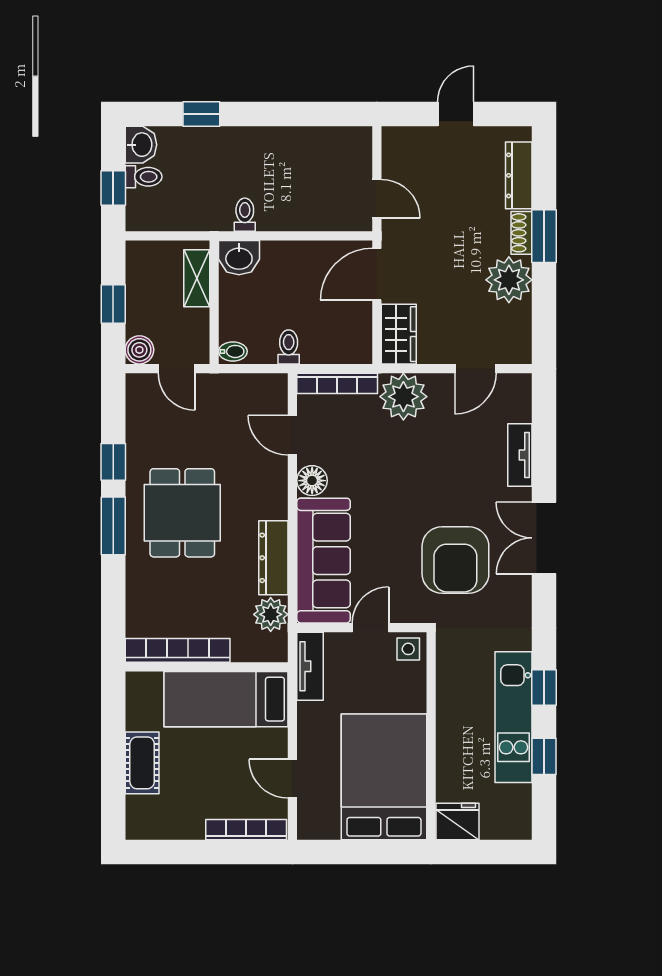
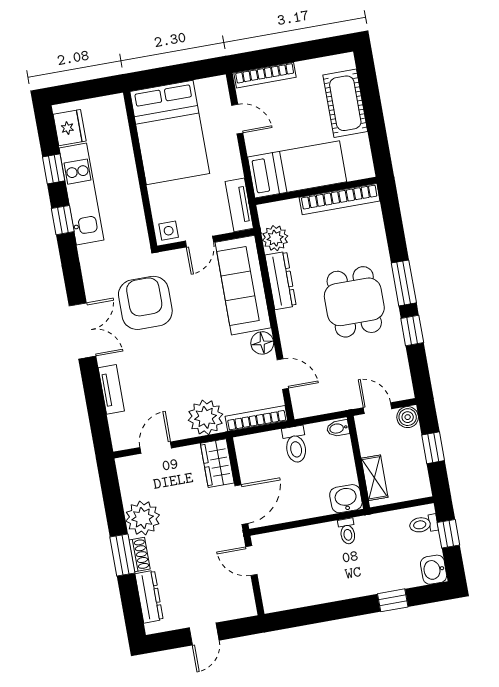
toilet: (144, 177) -> (424, 524), moved
toilet: (289, 347) -> (295, 444), width x1.37, depth x1.39
cot: (142, 763) -> (345, 103), width x1.37, depth x1.34
fridge: (457, 822) -> (70, 128), moved, turned -90

